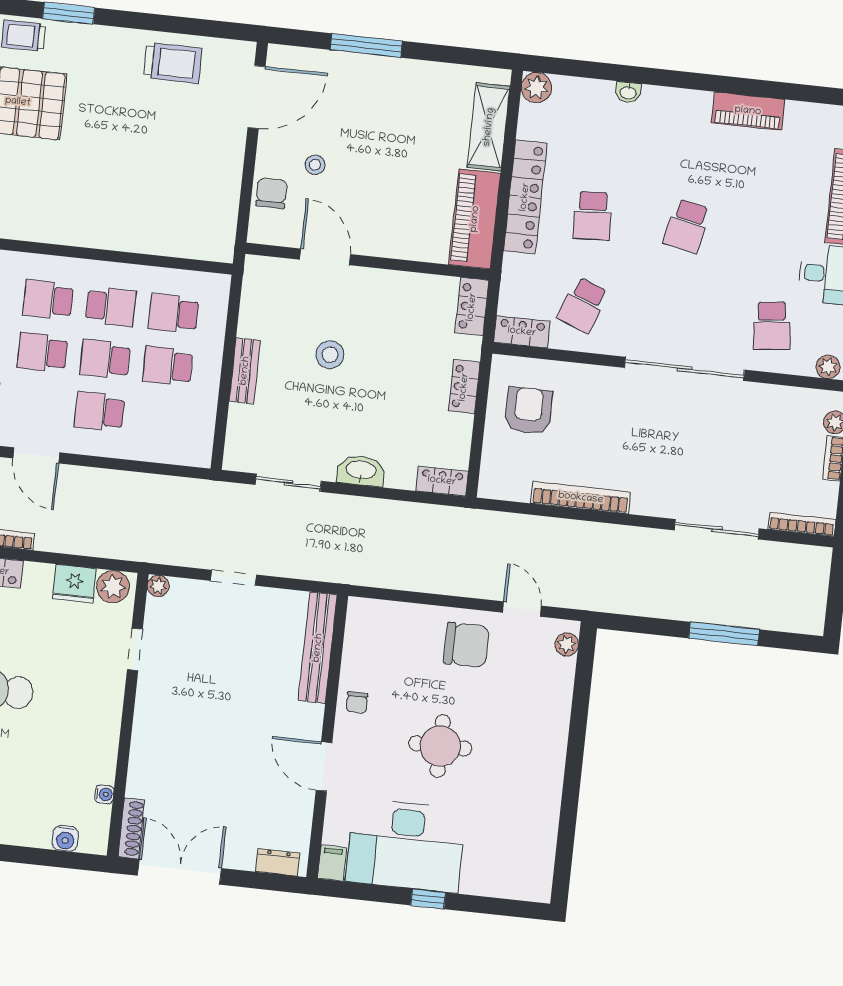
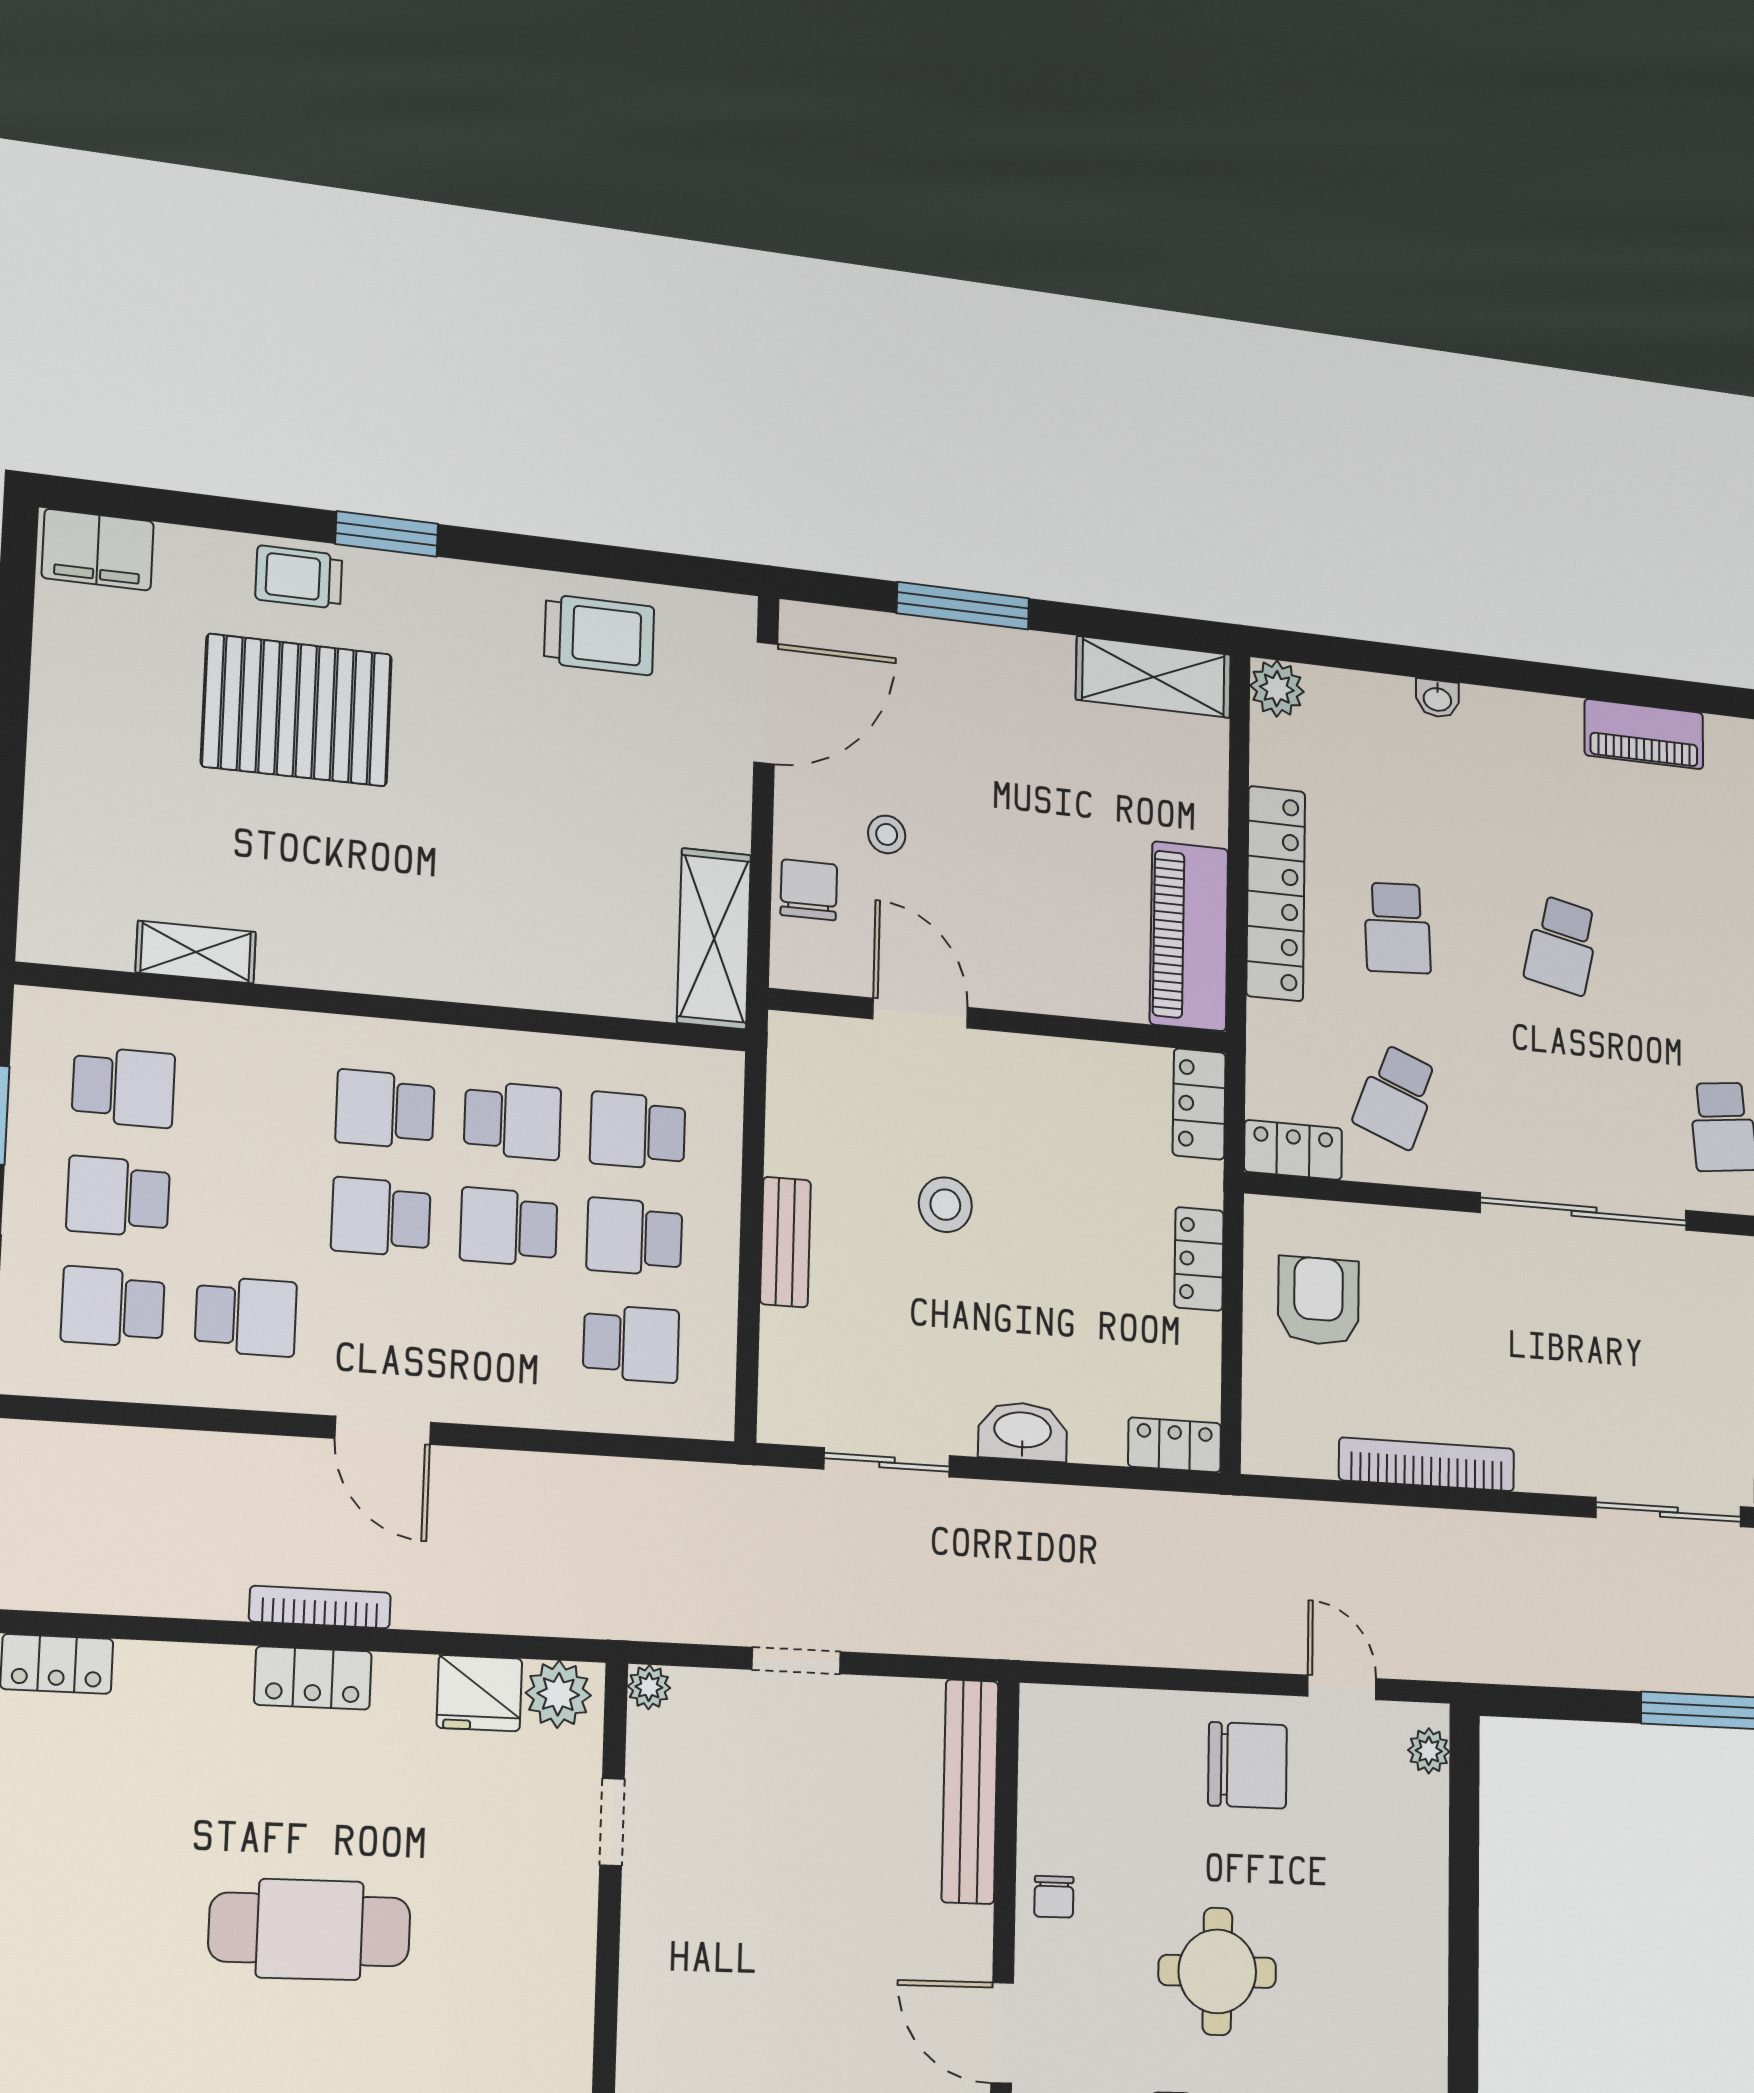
shelving: (489, 127) -> (1154, 677), moved, turned 90
shelving: (220, 217) -> (714, 939), added
school desk: (99, 412) -> (631, 1344), moved, turned 180

